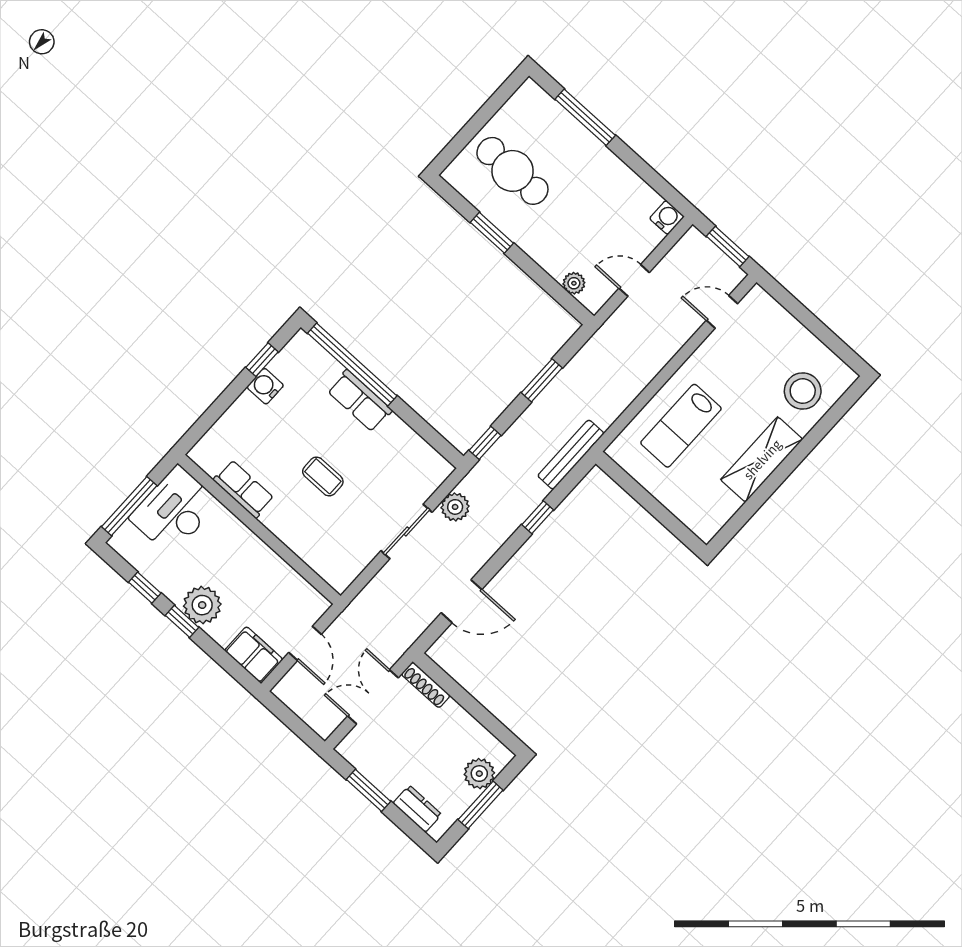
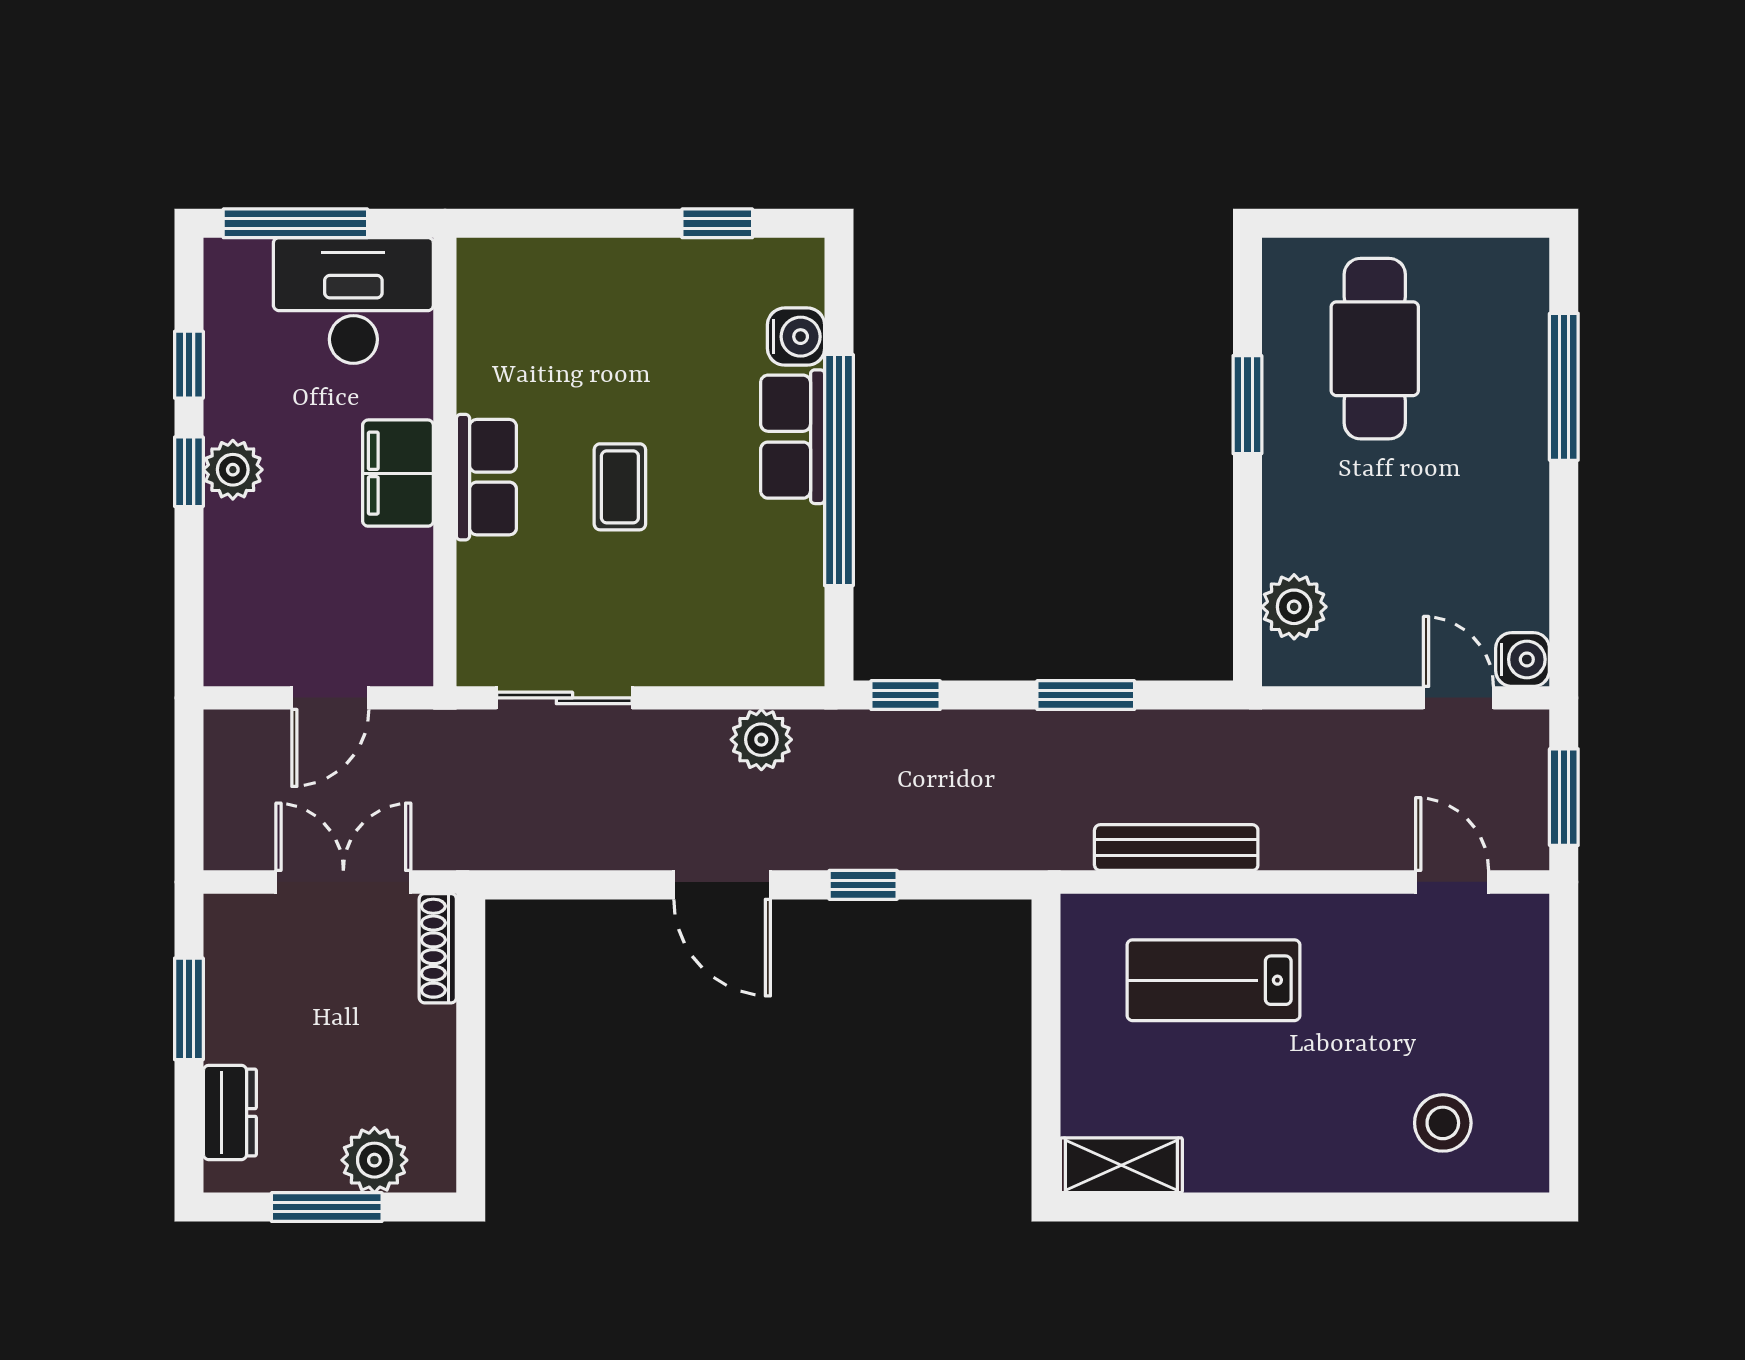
door: (634, 280) -> (1458, 698), moved
plant: (574, 283) -> (1294, 607), width x1.38, depth x1.38
window: (352, 364) -> (839, 470), moved
water cooler: (265, 386) -> (796, 337), moved, turned 90
stool: (803, 391) -> (1443, 1123), width x0.73, depth x0.73
bench: (571, 455) -> (1176, 848), moved
shelving: (762, 459) -> (1121, 1165), moved, width x0.67, depth x0.75
row of seats: (244, 489) -> (486, 477), moved
sliding door: (407, 531) -> (564, 698), moved
door: (461, 601) -> (722, 885), moved
plant: (202, 605) -> (233, 470), width x0.73, depth x0.73
filing cabinet: (254, 655) -> (398, 473), moved, turned 180

